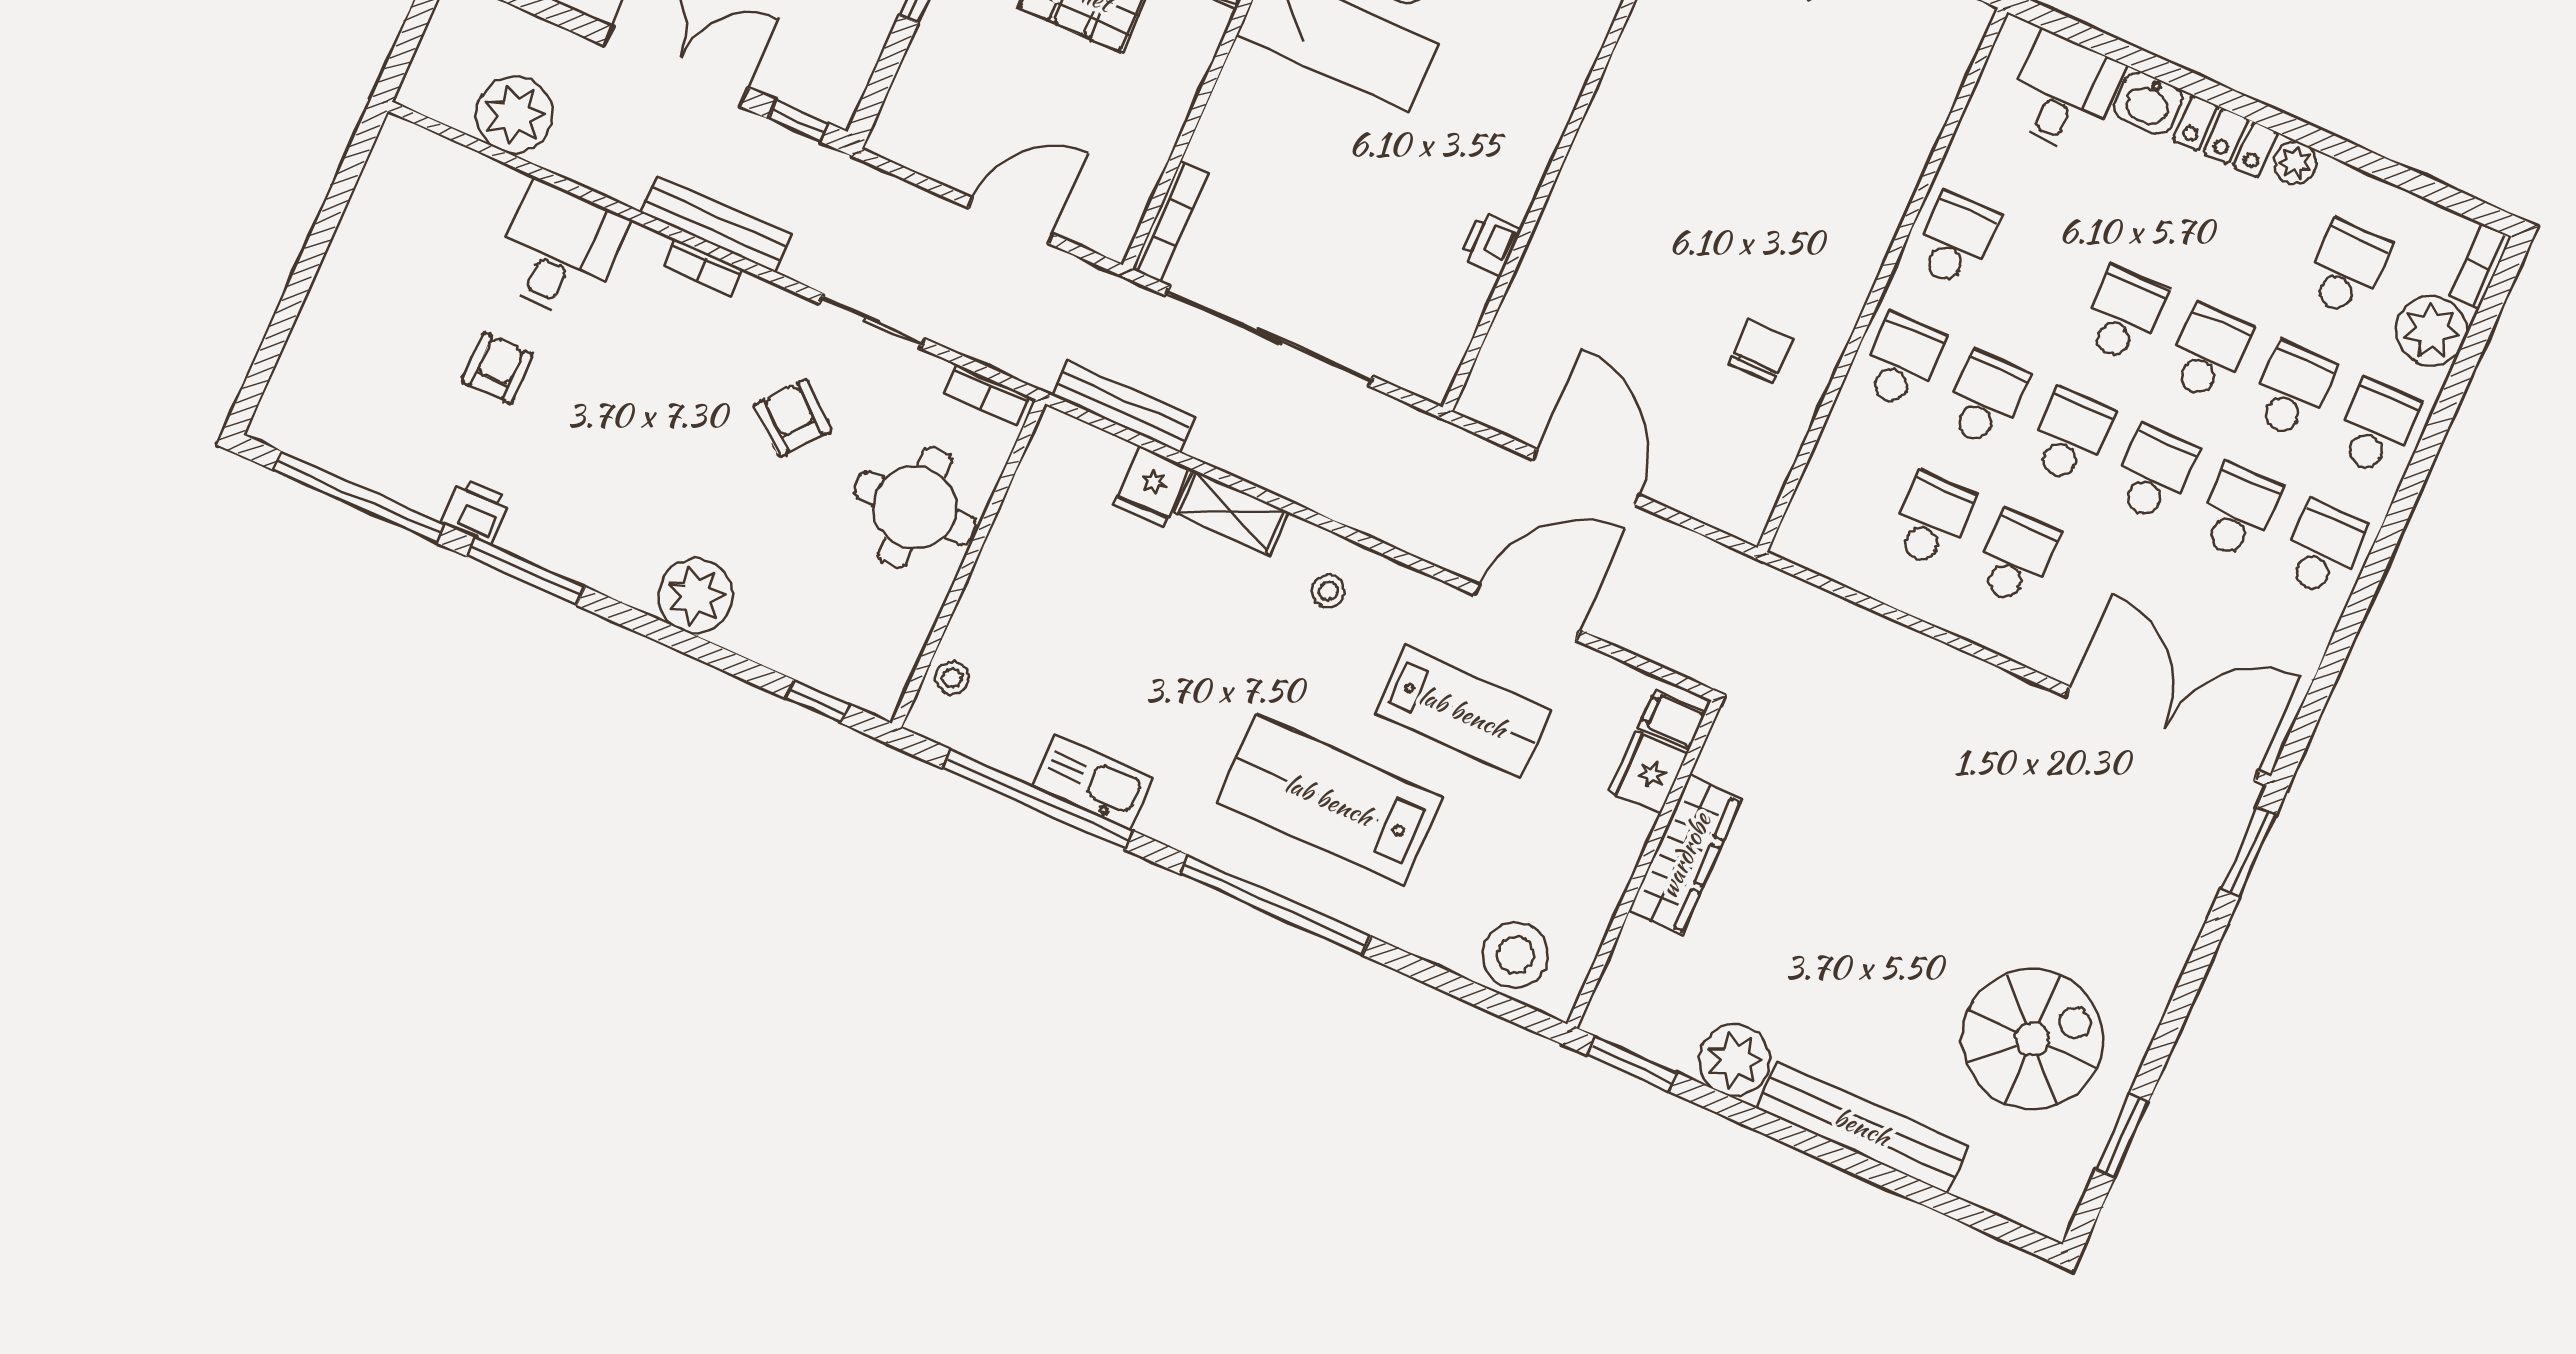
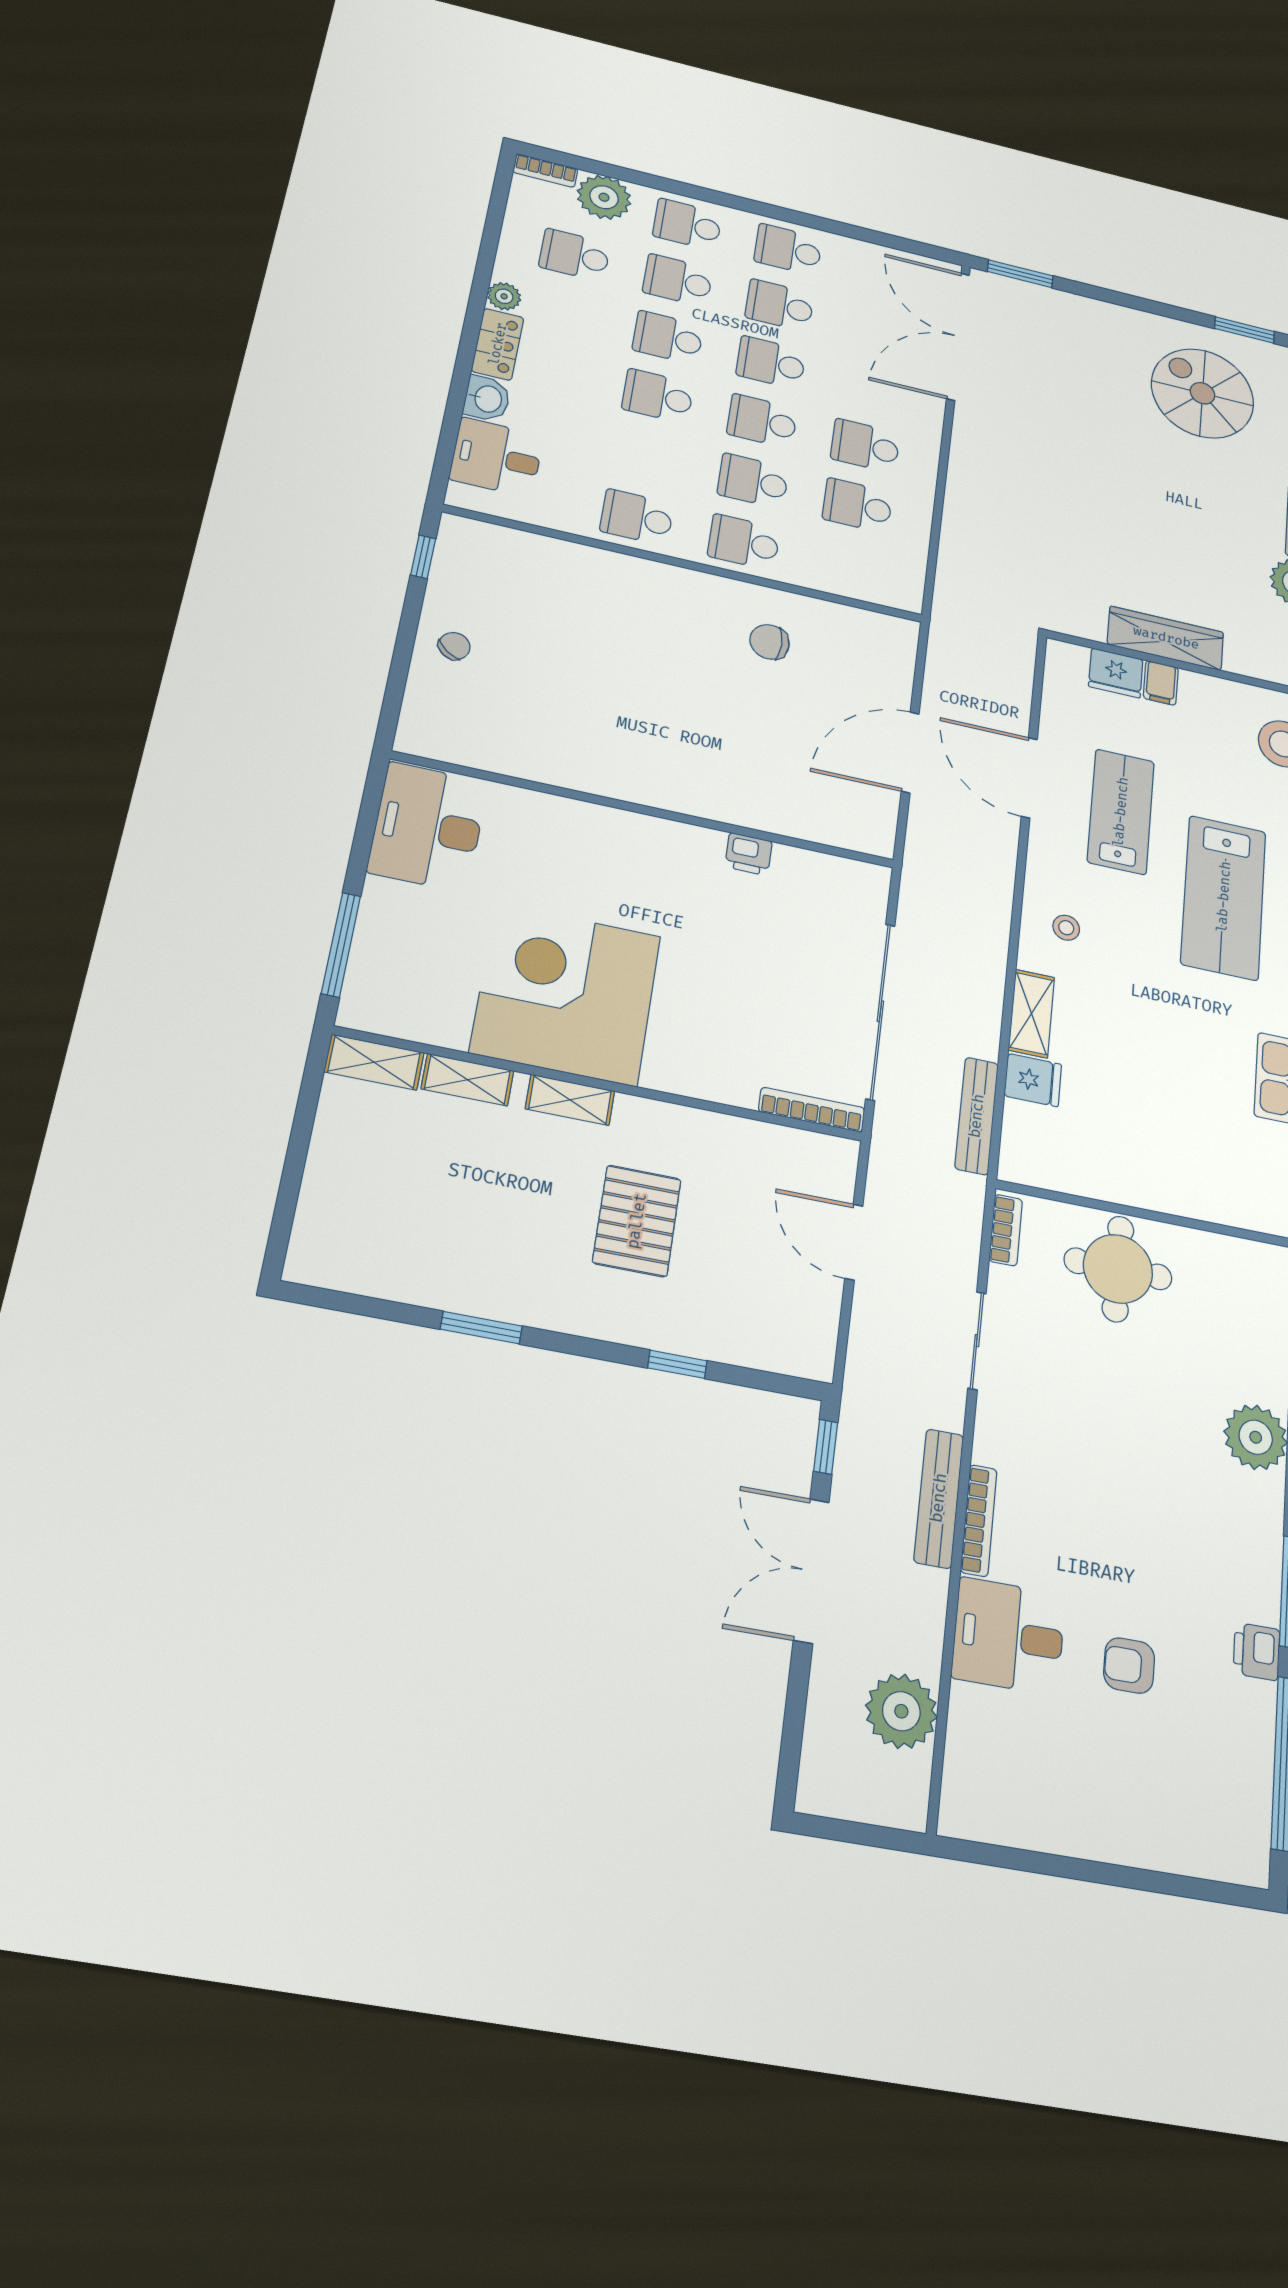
bookcase: (702, 267) -> (979, 1520), width x1.56
armchair: (793, 418) -> (1081, 1390), removed
stool: (952, 678) -> (1242, 1207), removed
filing cabinet: (1672, 719) -> (1161, 683), moved

